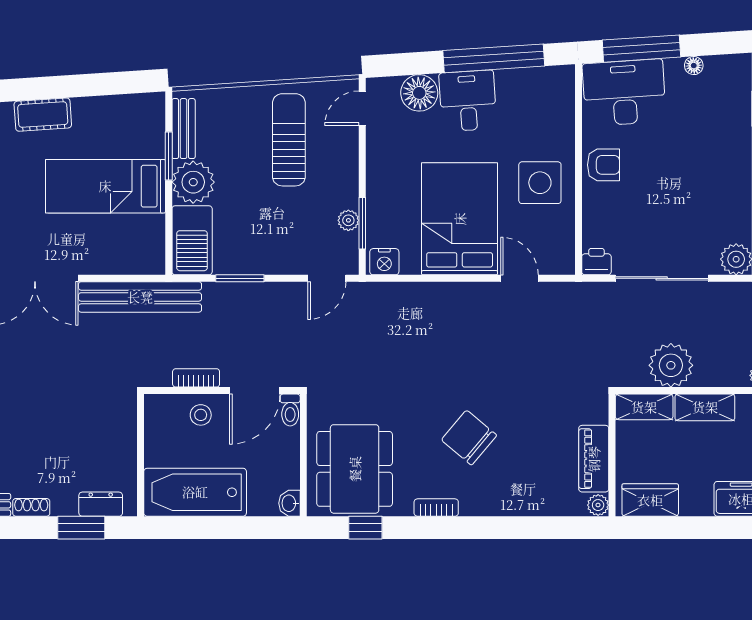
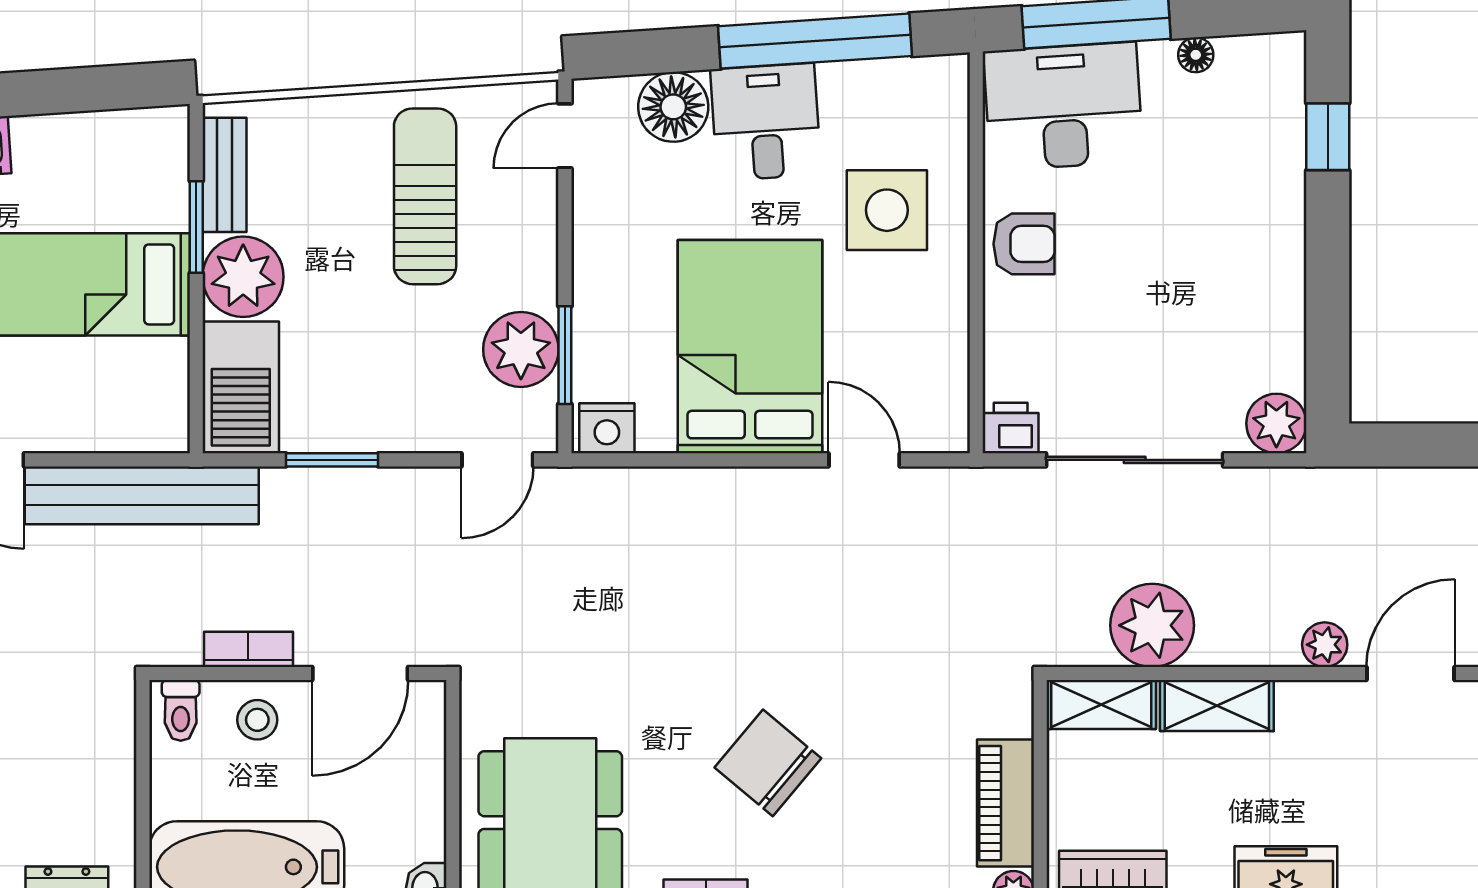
side table: (540, 183) -> (887, 210), moved
plant: (348, 220) -> (521, 349), width x1.88, depth x1.88
toilet: (290, 410) -> (181, 710), moved

